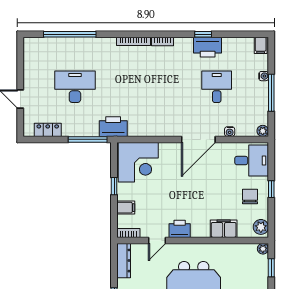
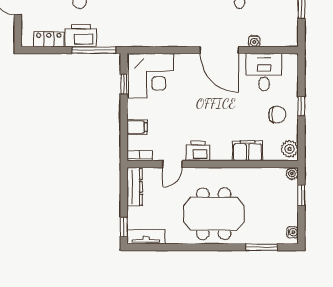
printer: (113, 127) -> (81, 36), moved
plant: (263, 131) -> (292, 40), removed
door: (198, 139) -> (219, 50), hinge flipped
desk: (252, 161) -> (264, 72), moved, turned -90
window: (114, 186) -> (124, 84), moved
chair: (250, 196) -> (277, 115), turned 90

